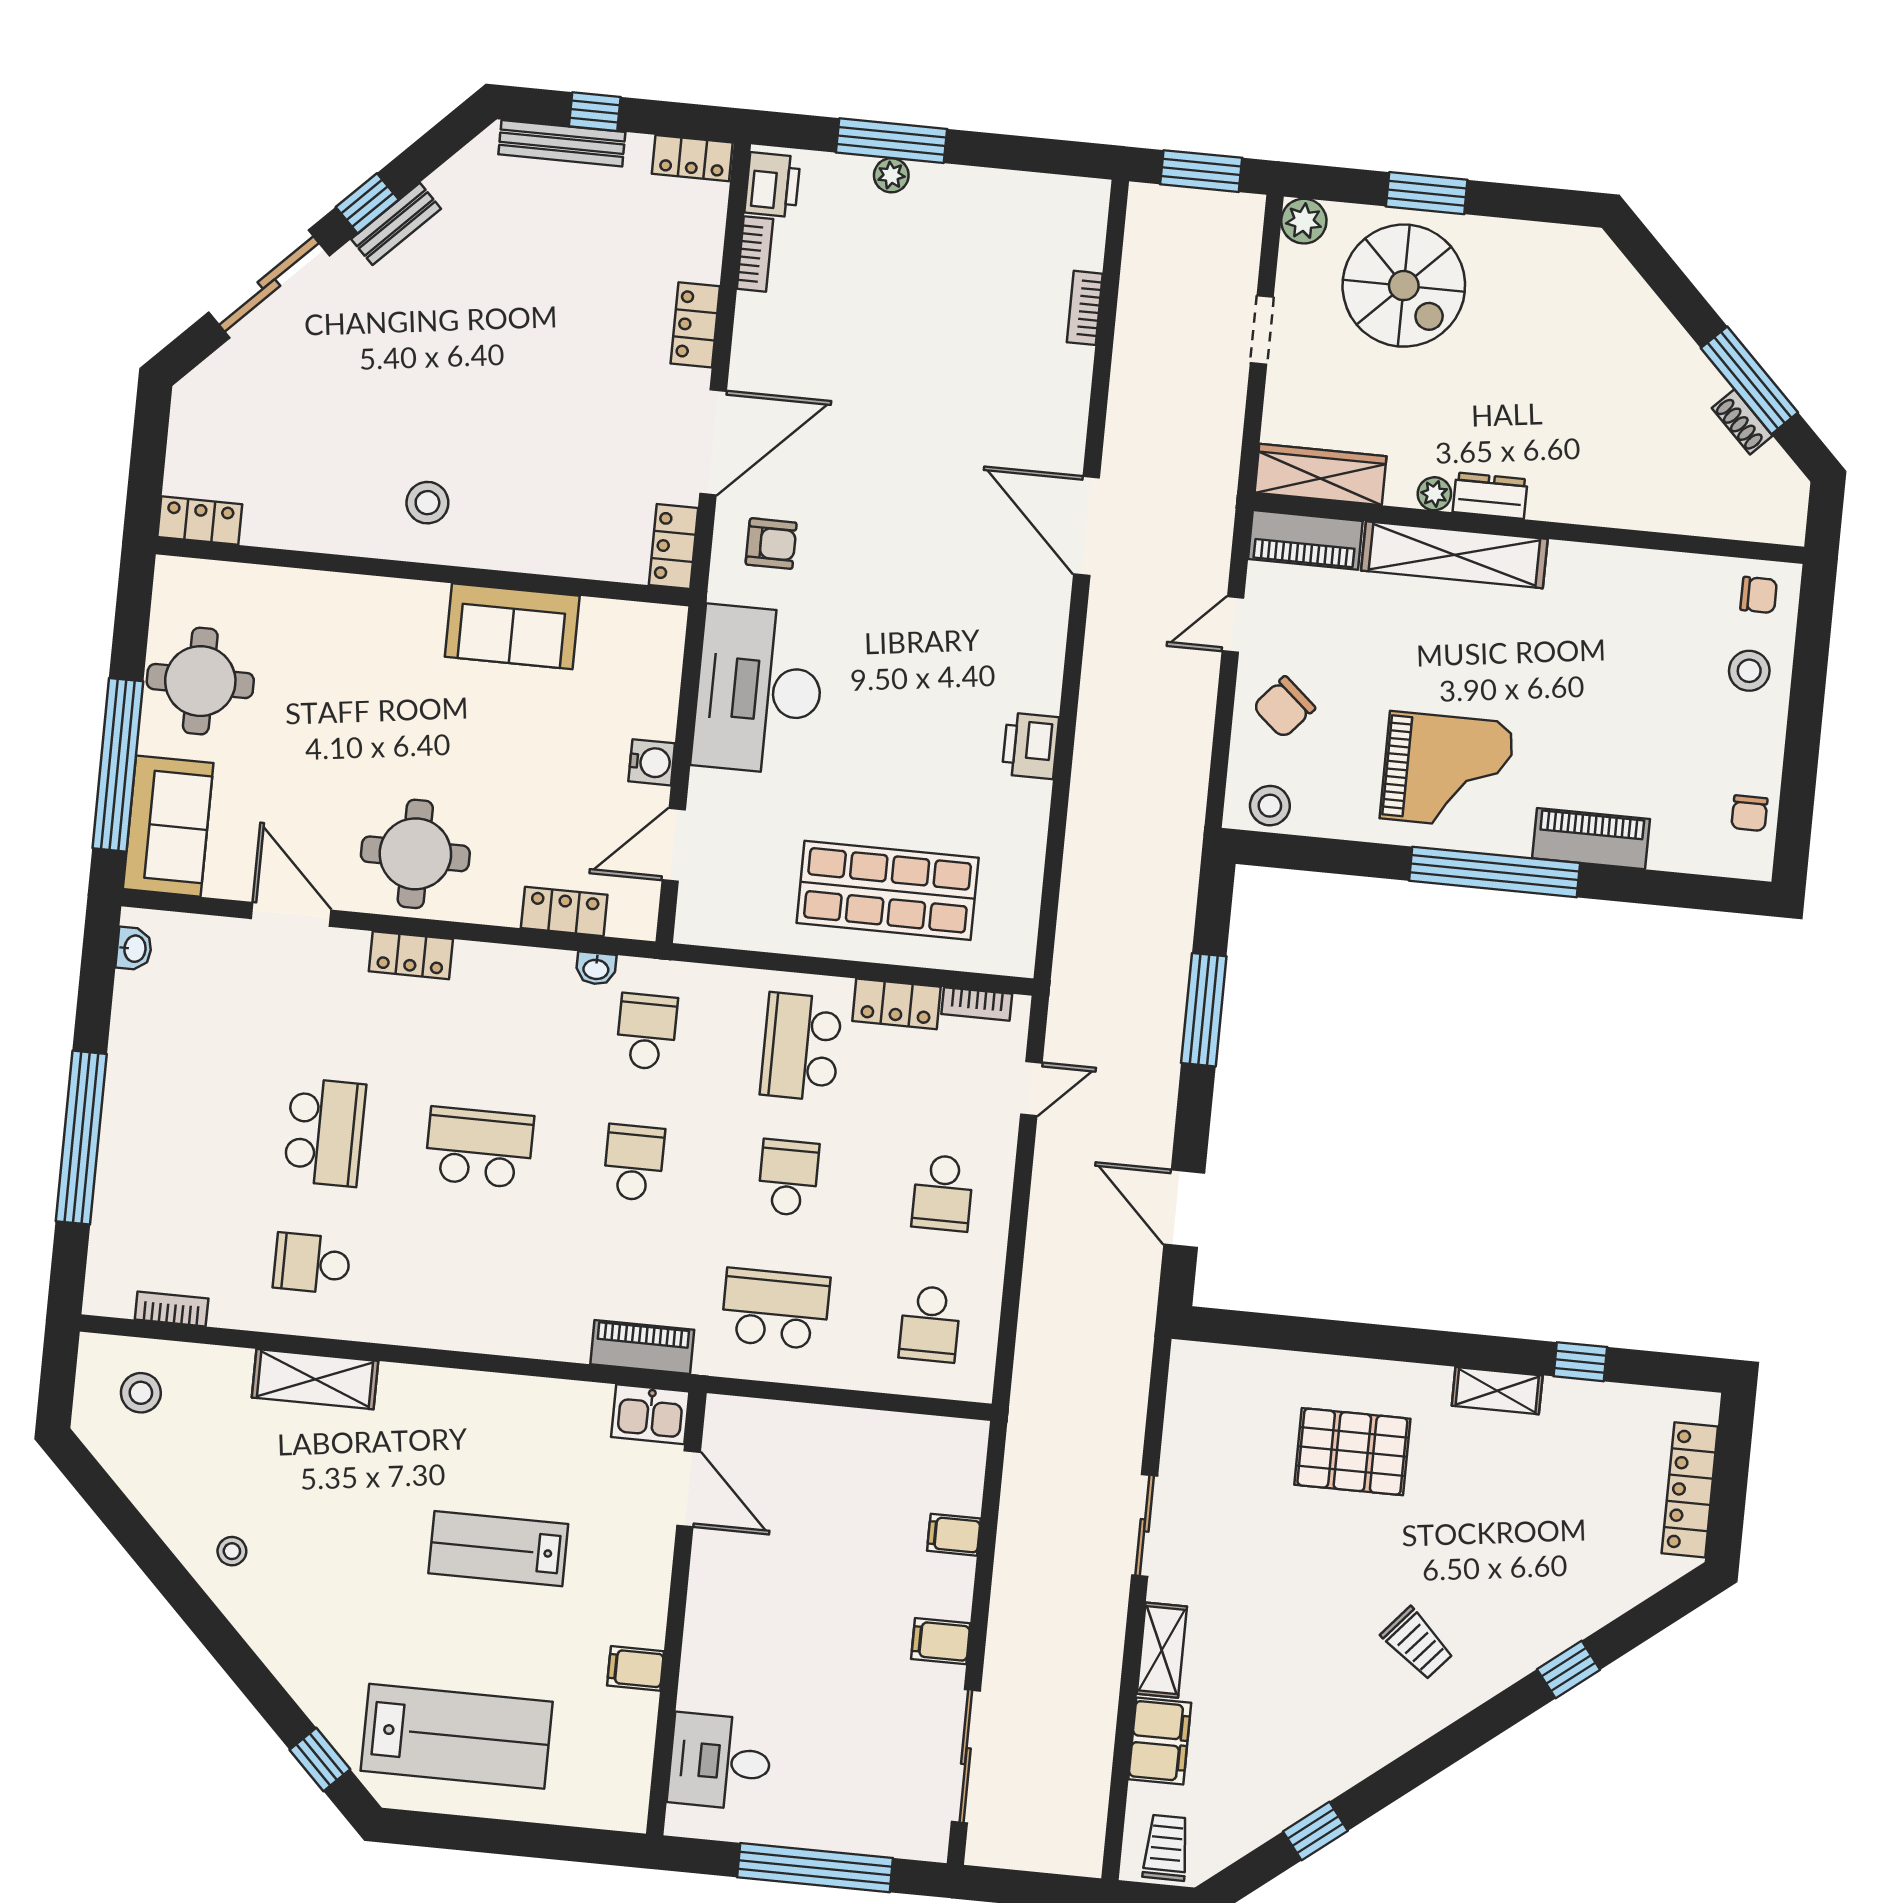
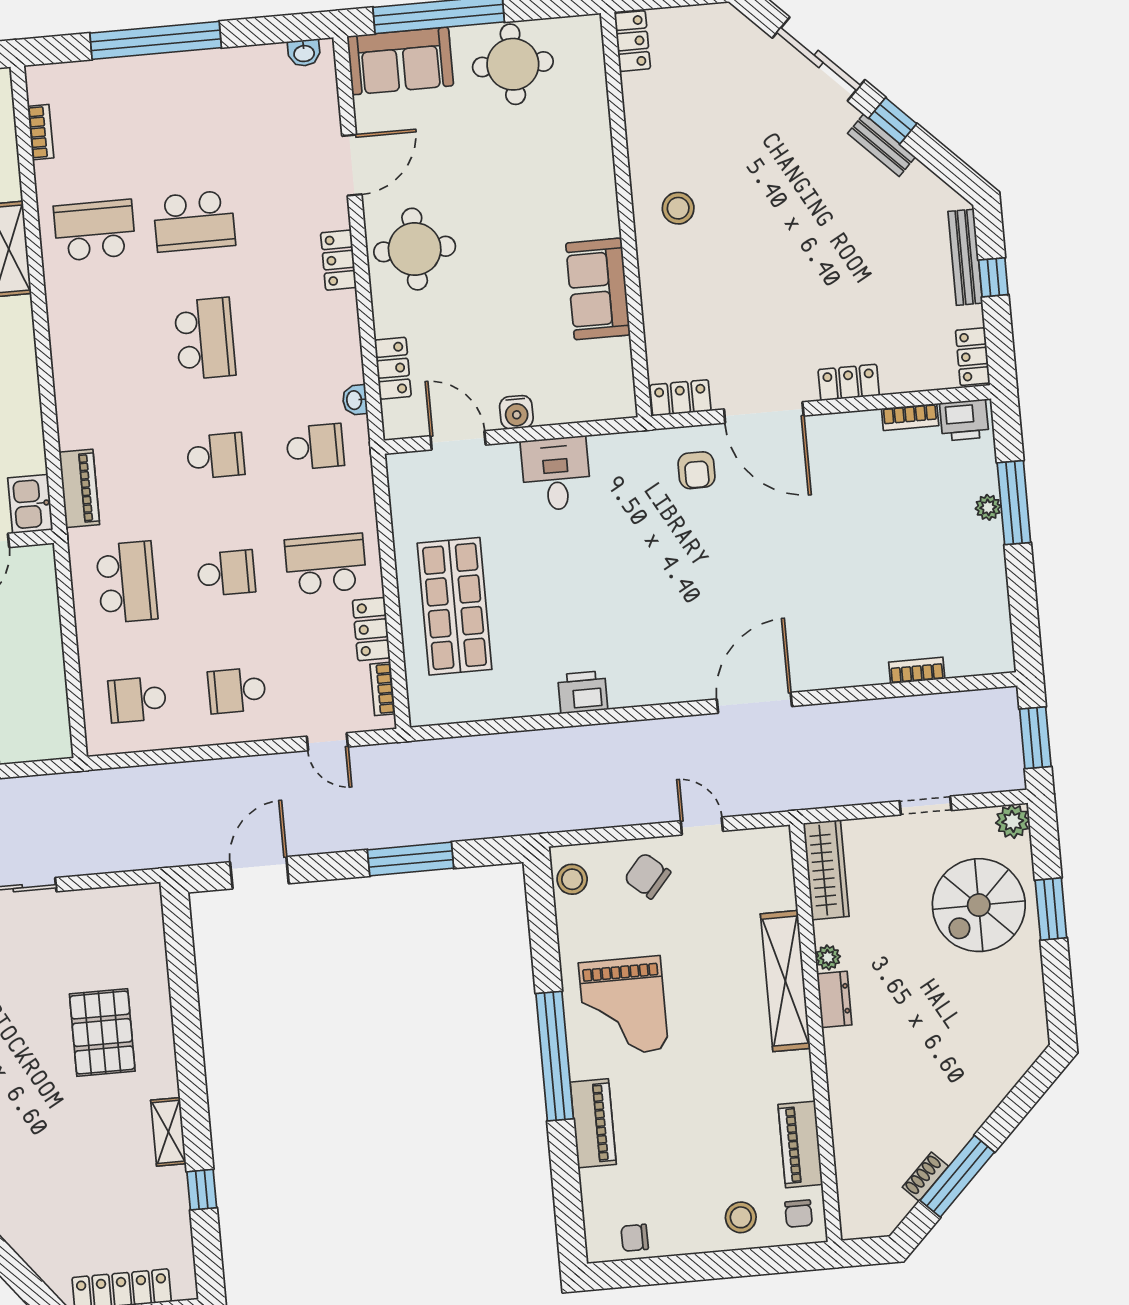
piano: (1305, 540) -> (800, 1144), moved
desk: (759, 690) -> (556, 474), width x0.53, depth x0.77
school desk: (312, 1263) -> (95, 230), width x1.85

